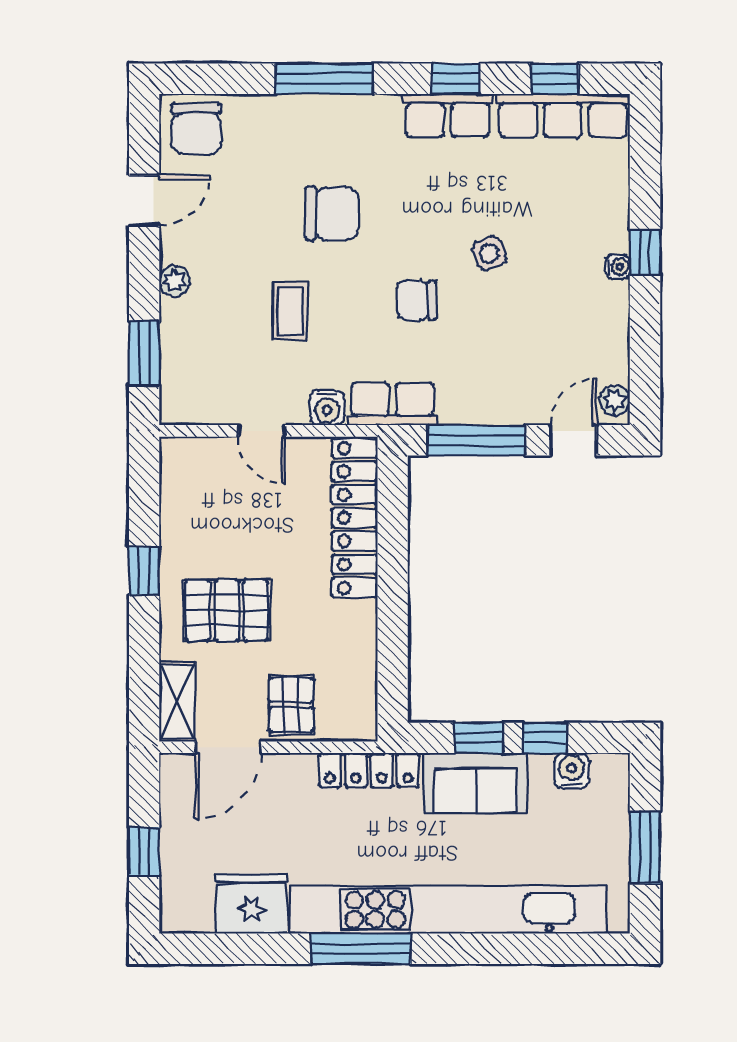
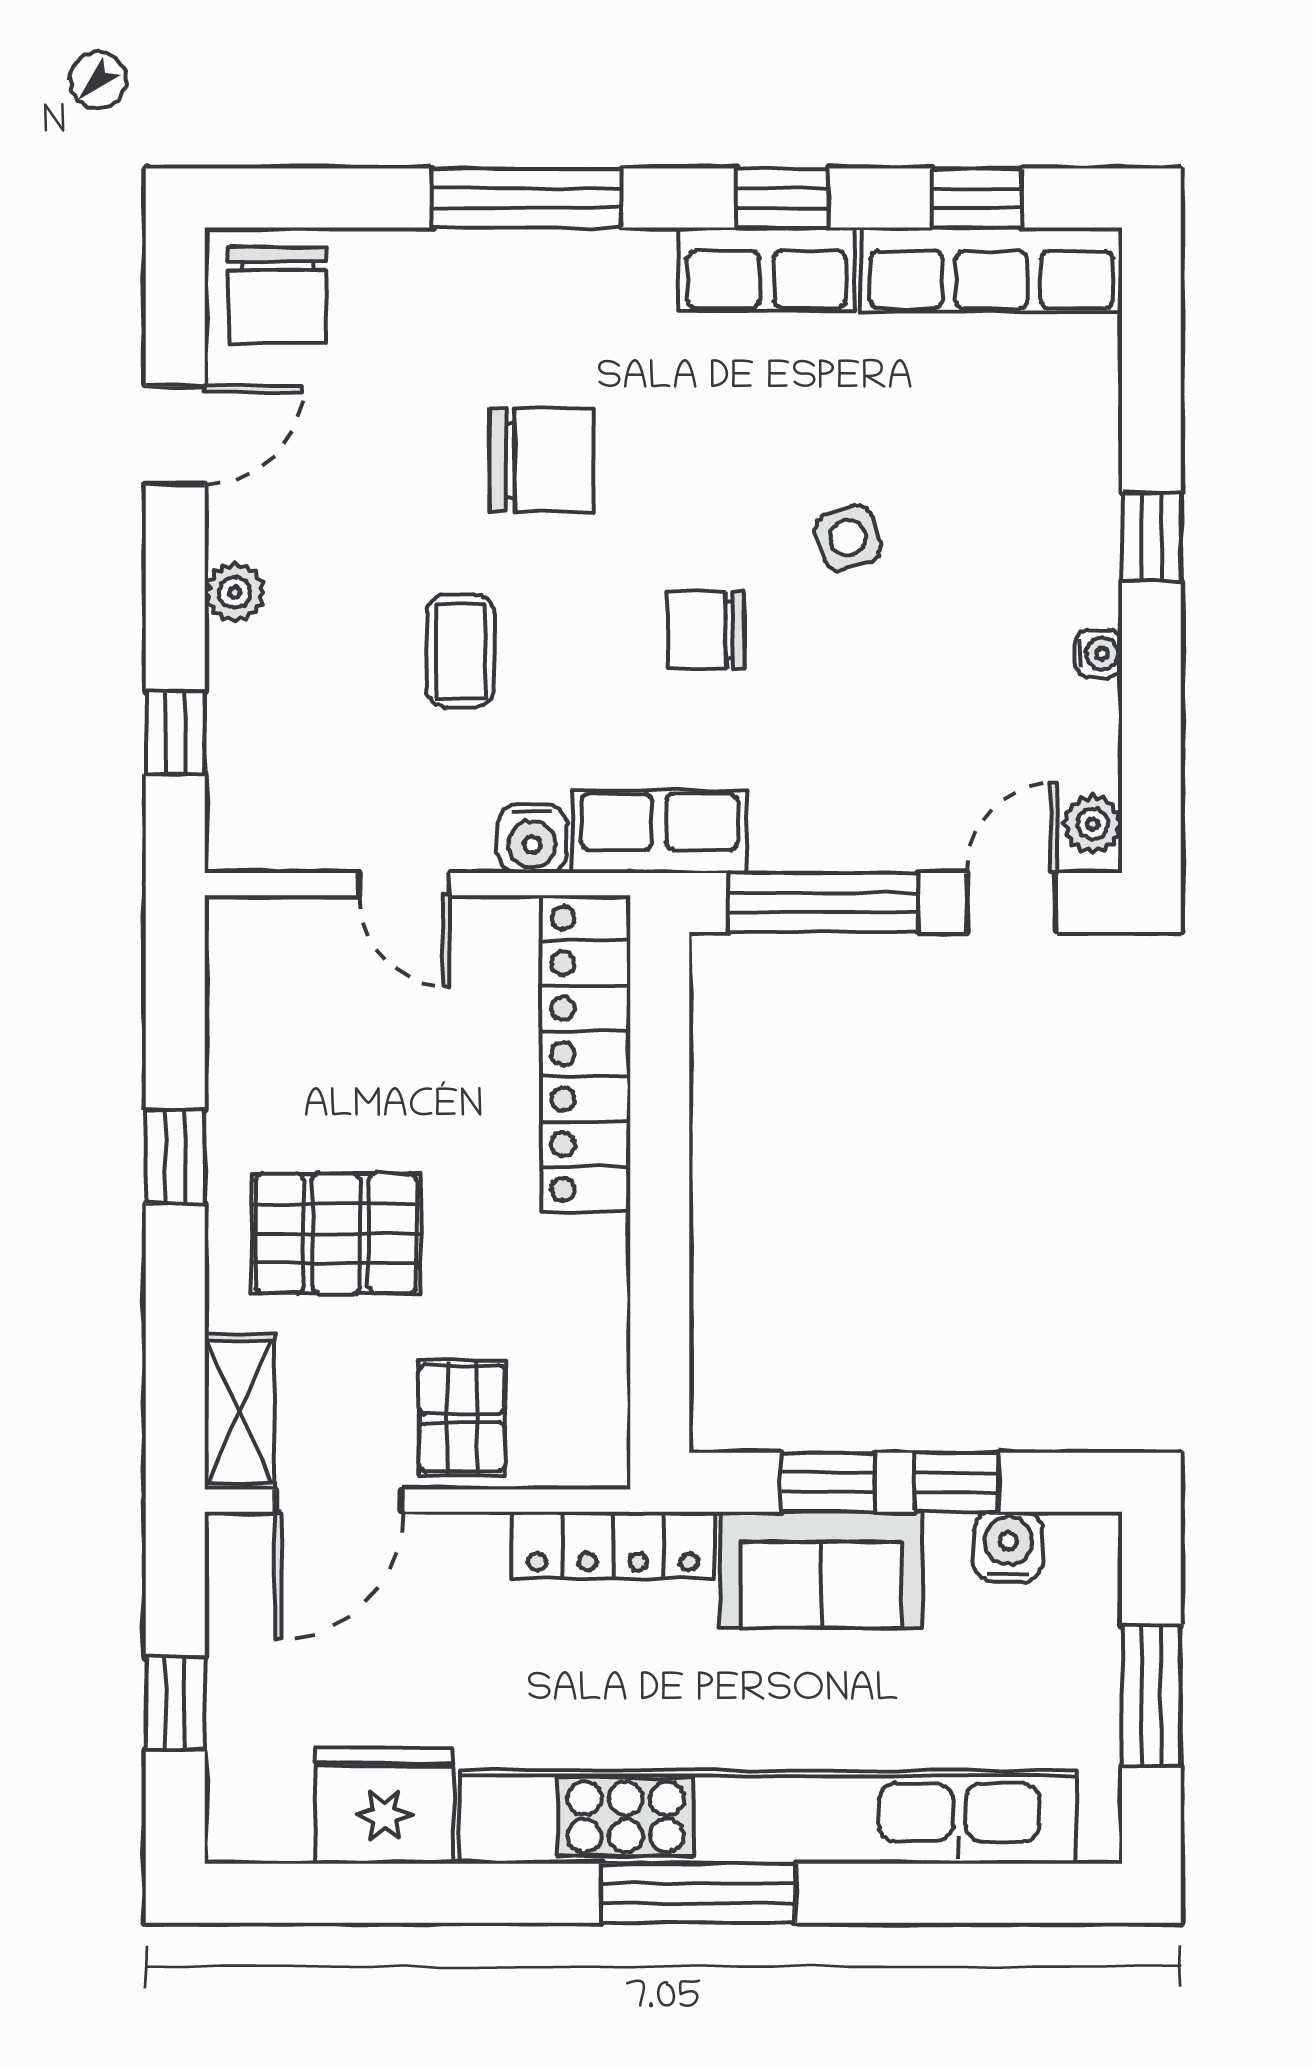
water cooler: (618, 267) -> (1098, 654), moved
window: (144, 353) -> (175, 733), width x0.67
window: (361, 949) -> (698, 1893), moved

